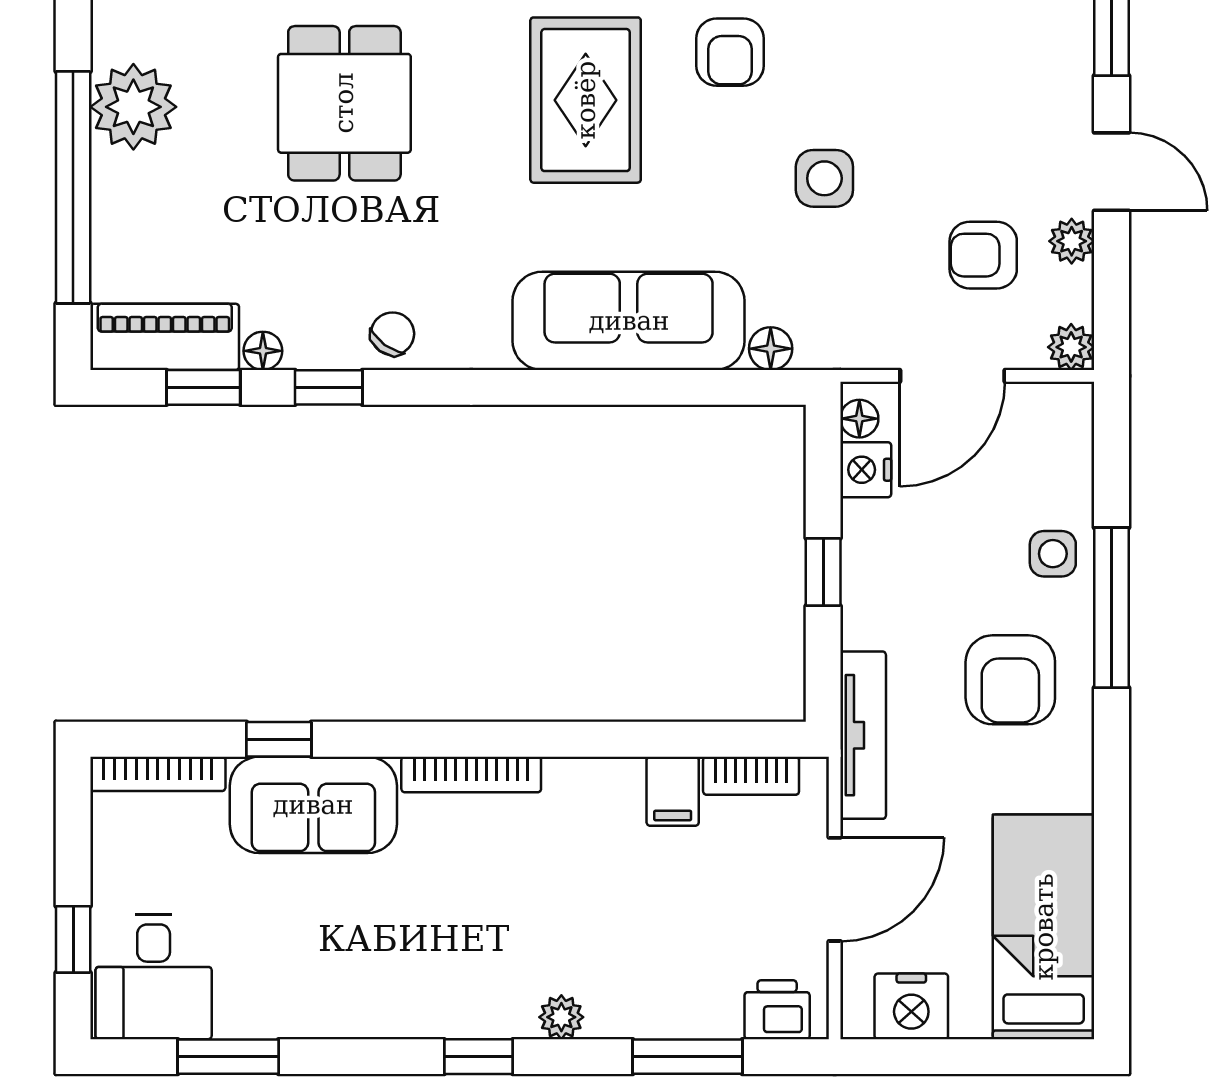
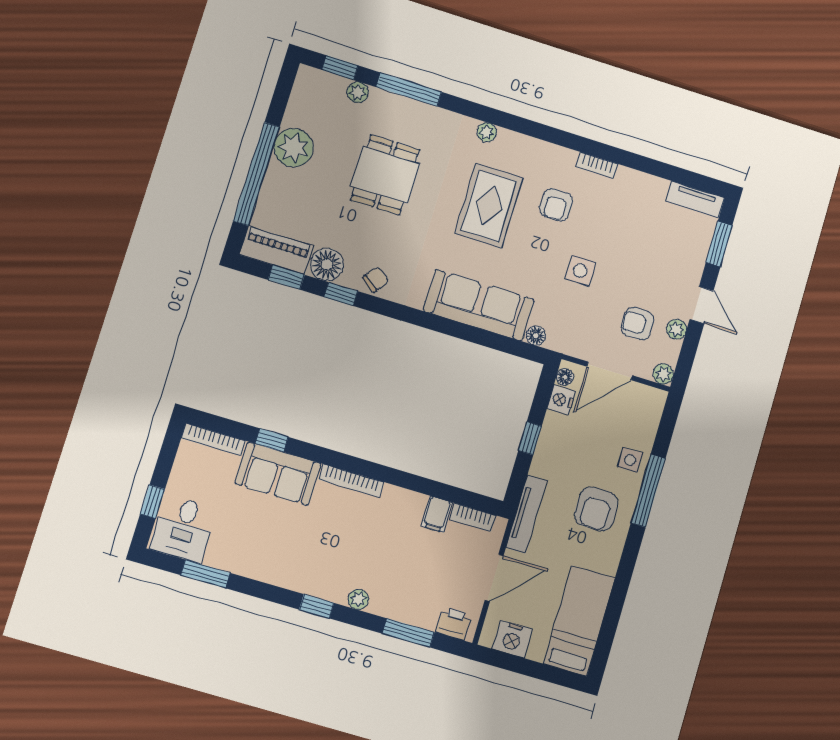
floor lamp: (263, 351) -> (327, 264), width x1.89, depth x1.89

